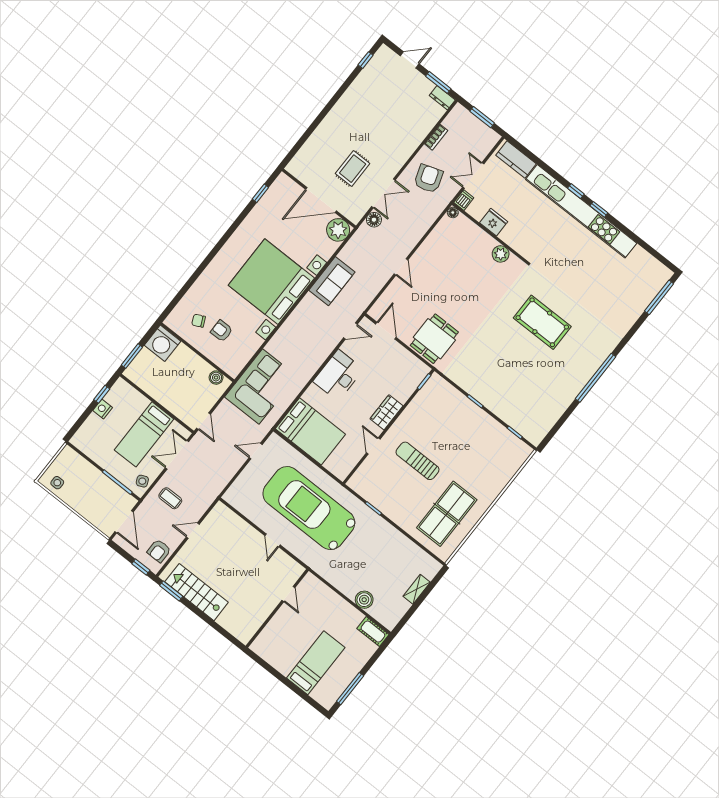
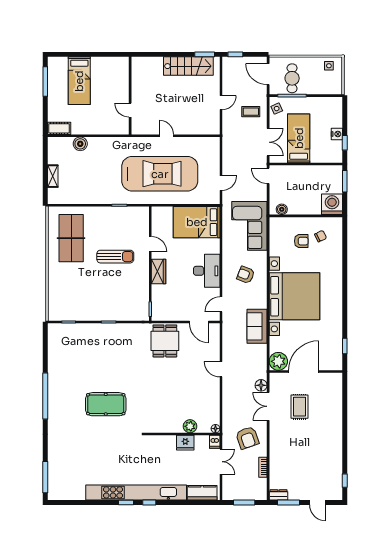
door: (410, 60) -> (317, 502), hinge flipped
plant: (501, 254) -> (190, 426), moved
cafe table: (104, 499) -> (292, 78), added
armchair: (159, 551) -> (246, 275), moved, turned -69

